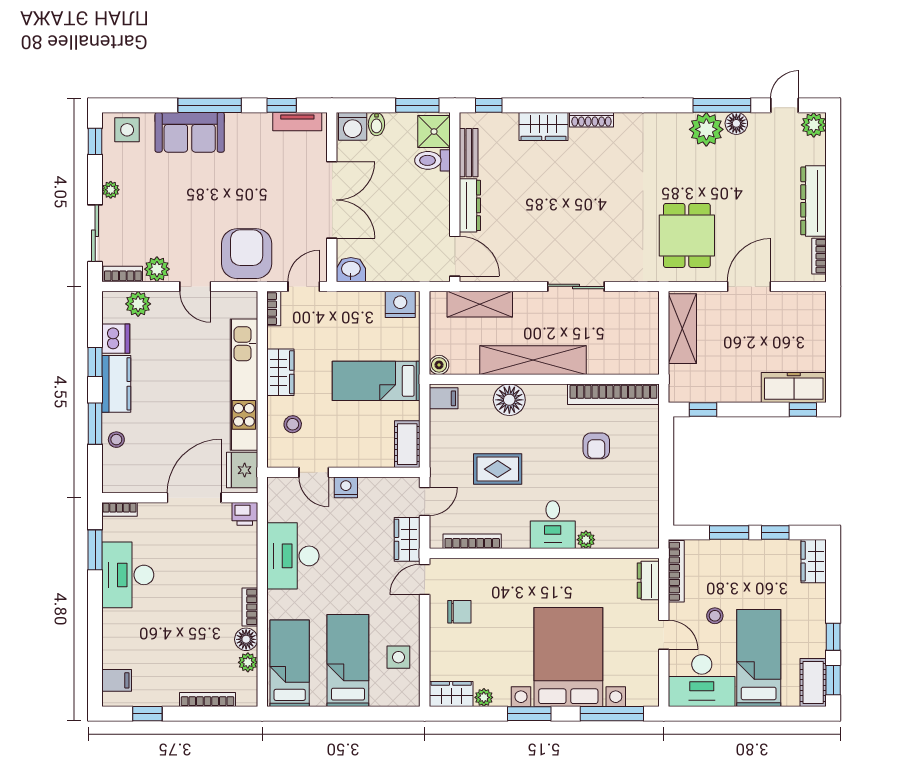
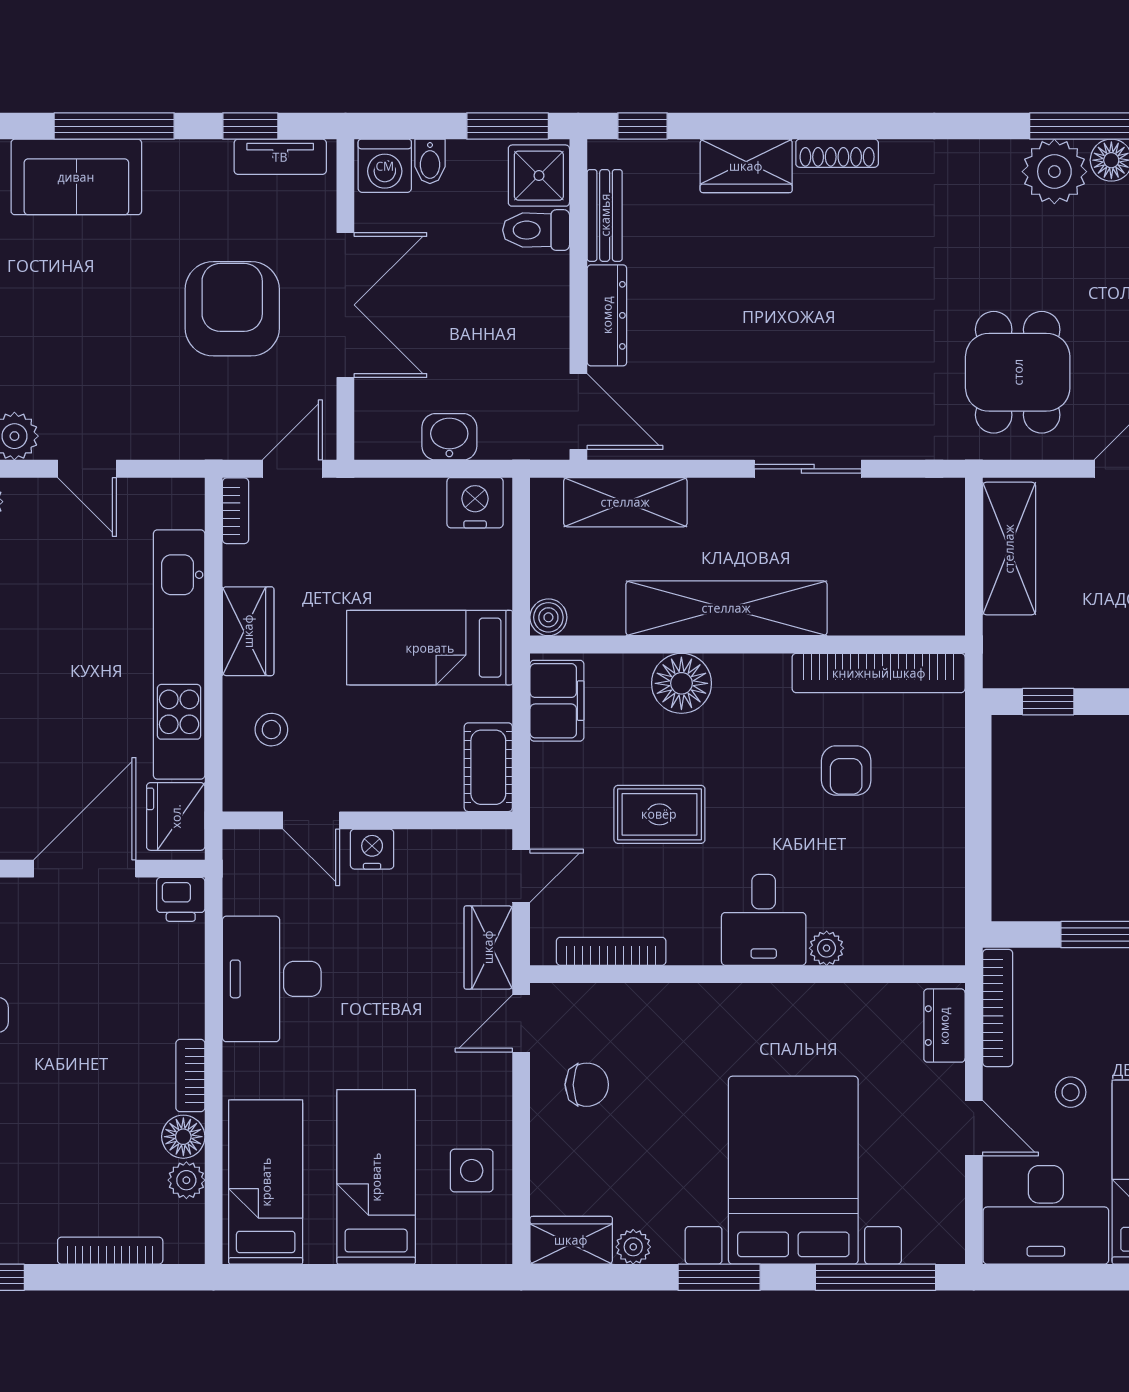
armchair: (247, 254) -> (232, 309), moved
washbasin: (351, 270) -> (449, 437), moved
filing cabinet: (444, 398) -> (557, 701), width x2.00

